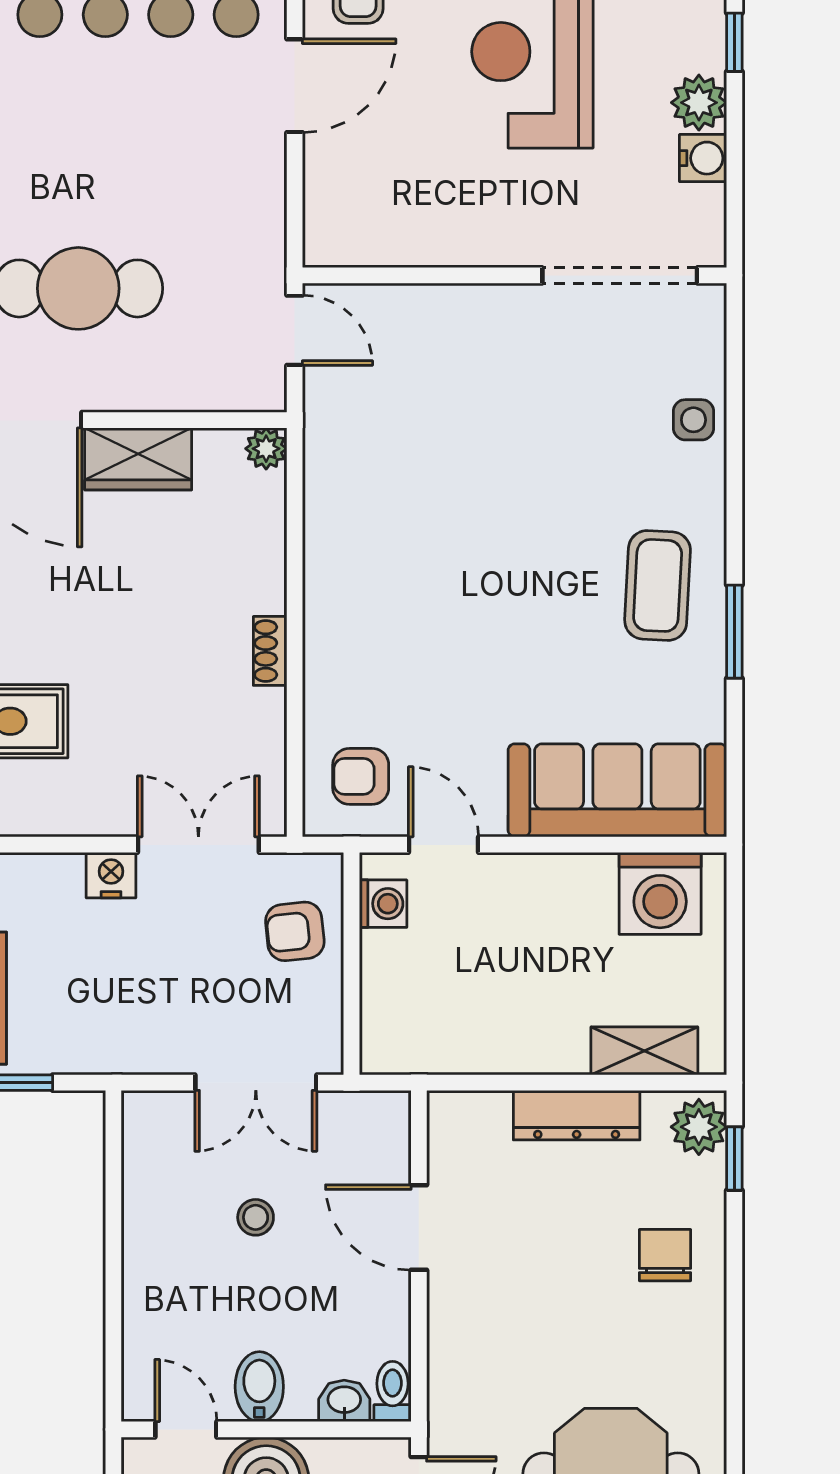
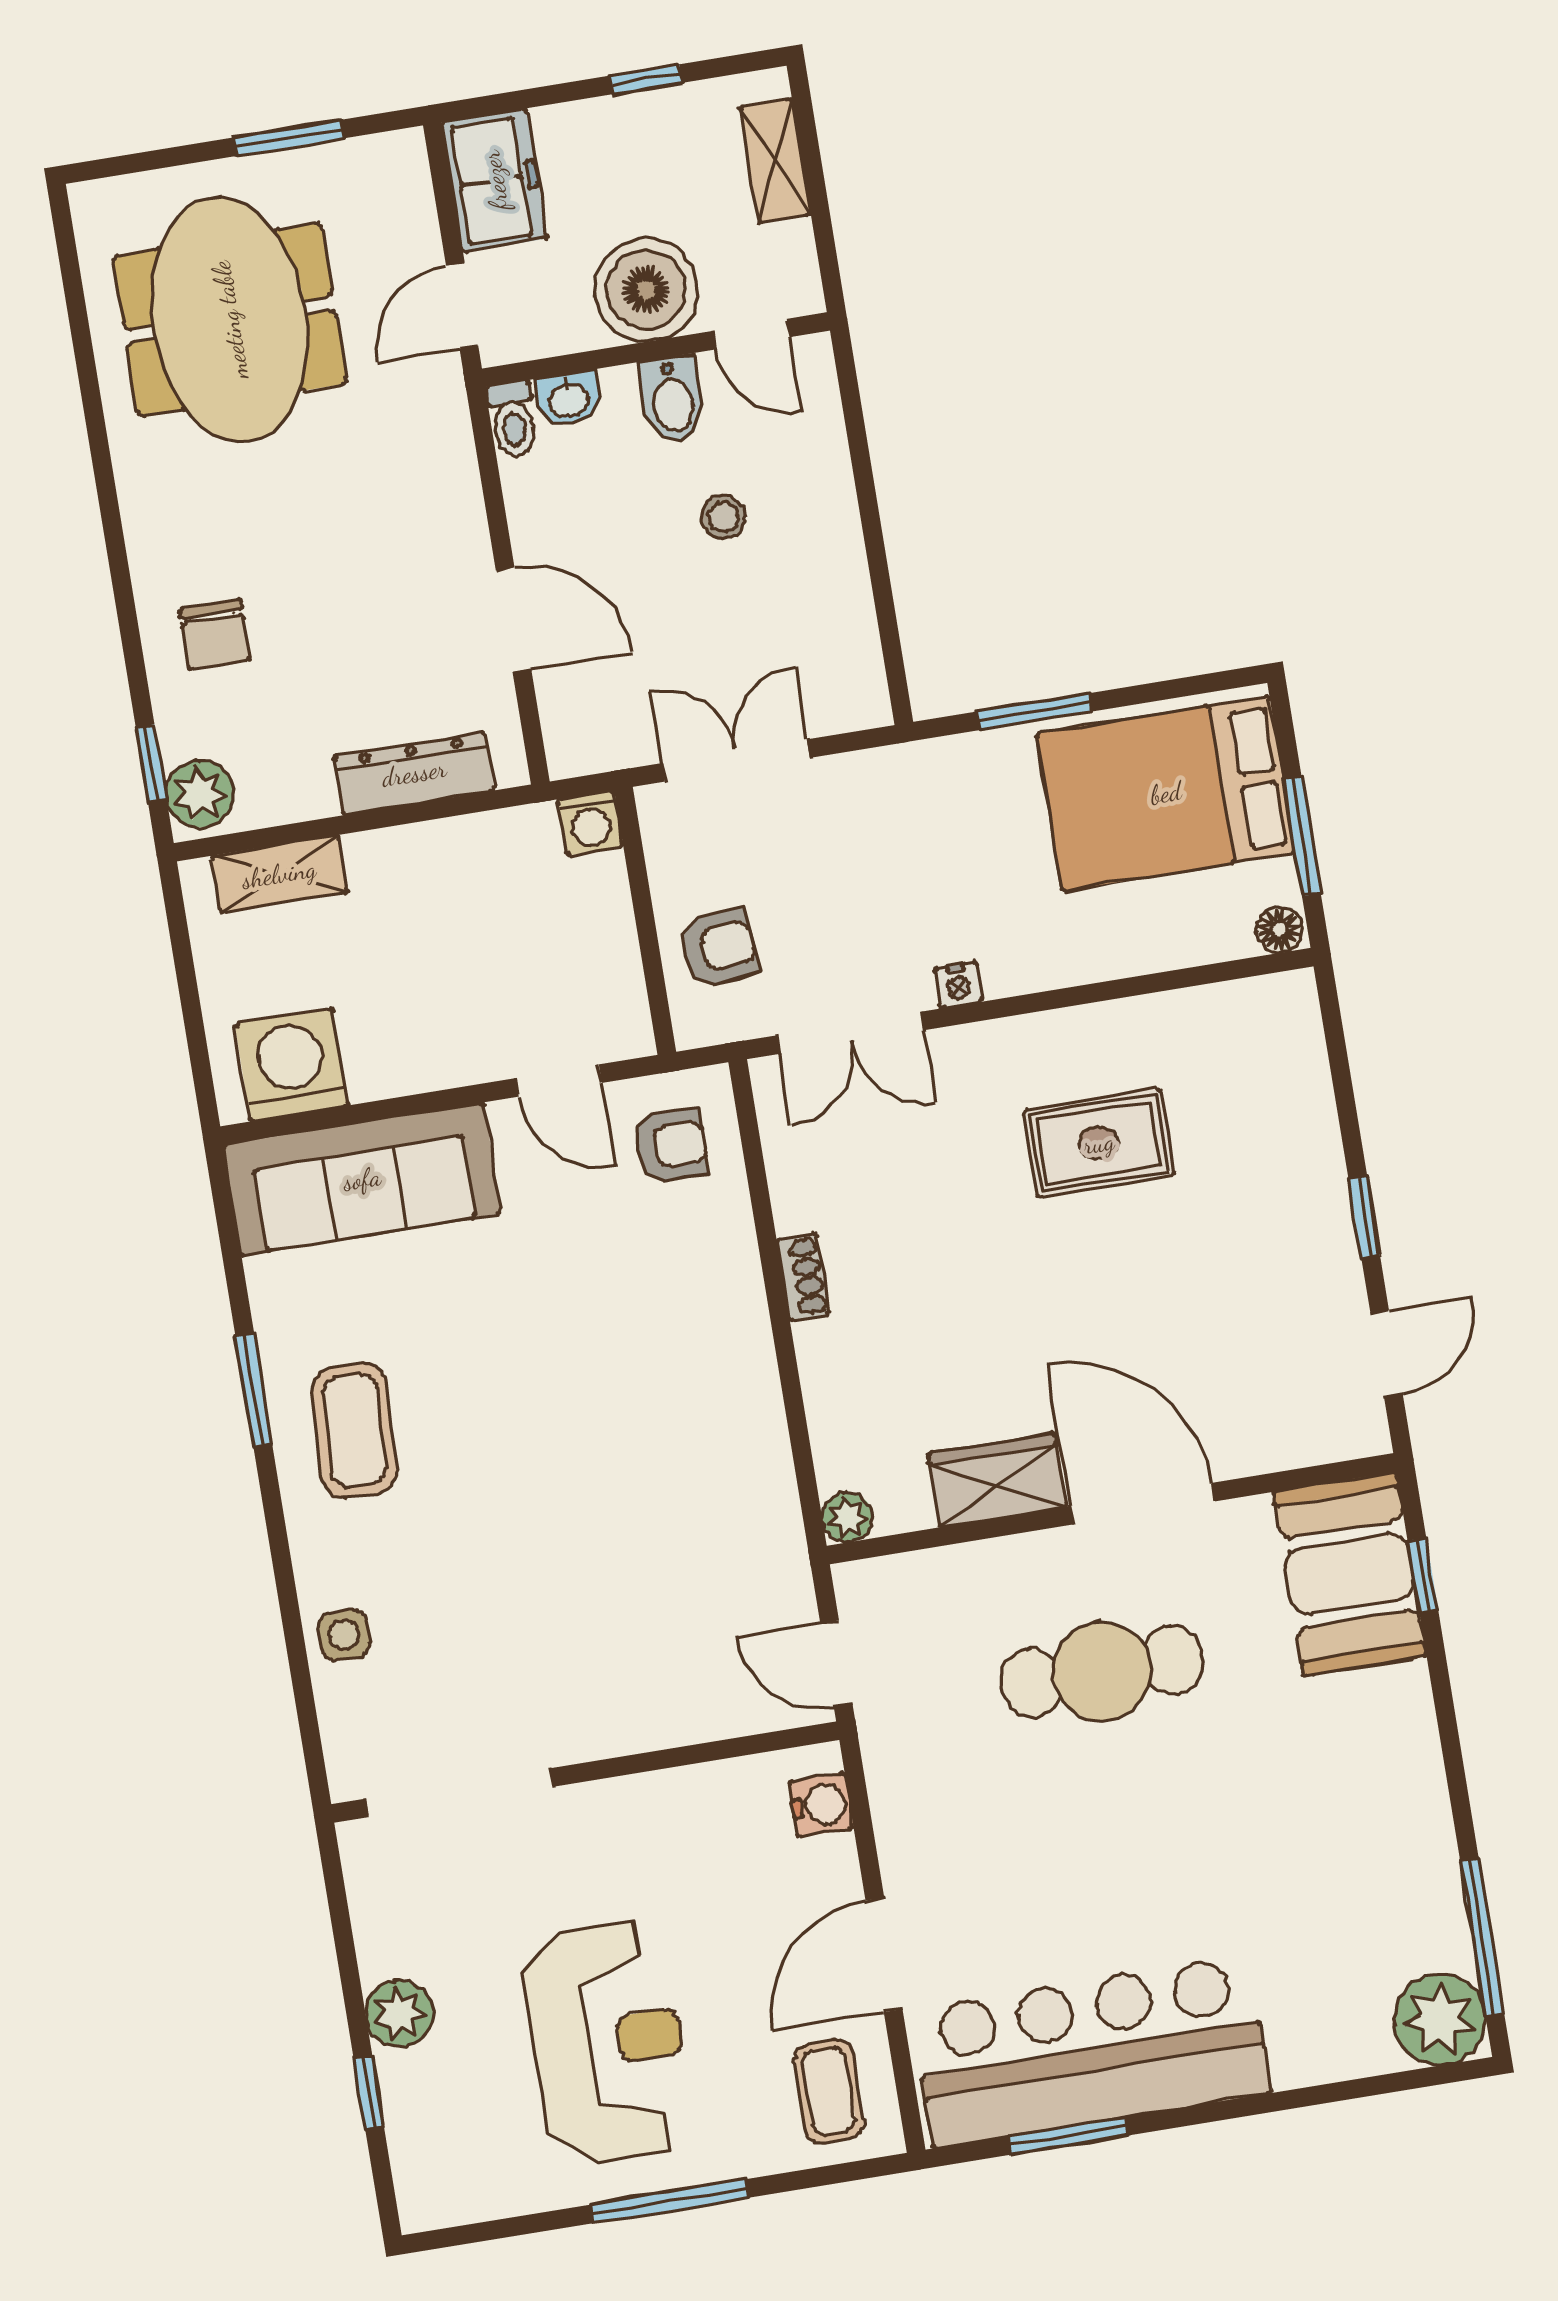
water cooler: (703, 158) -> (821, 1805), moved, turned 180
nightstand: (111, 875) -> (958, 985), width x0.72, depth x0.74
washing machine: (383, 904) -> (591, 823), moved, turned -90
dresser: (577, 1115) -> (414, 773), moved
stool: (256, 1217) -> (723, 517), moved

